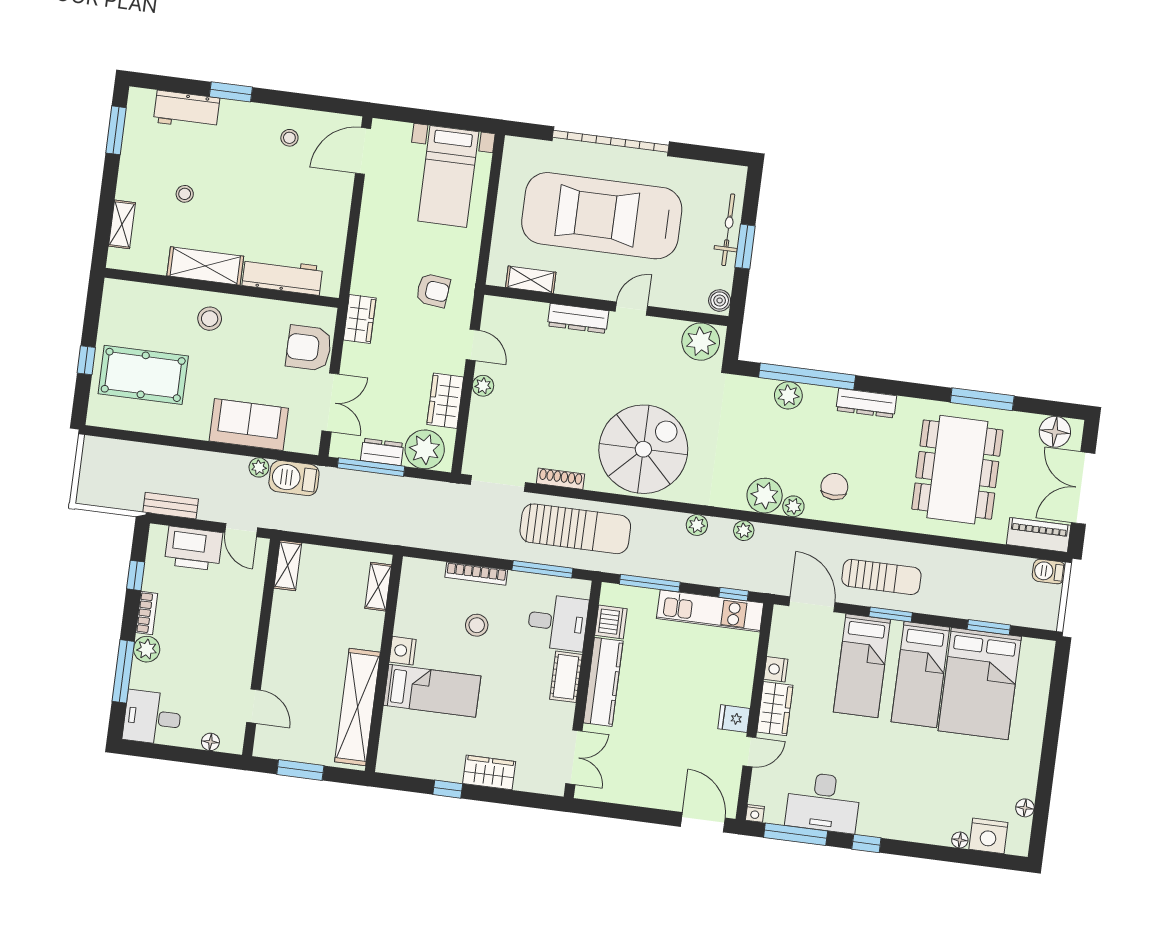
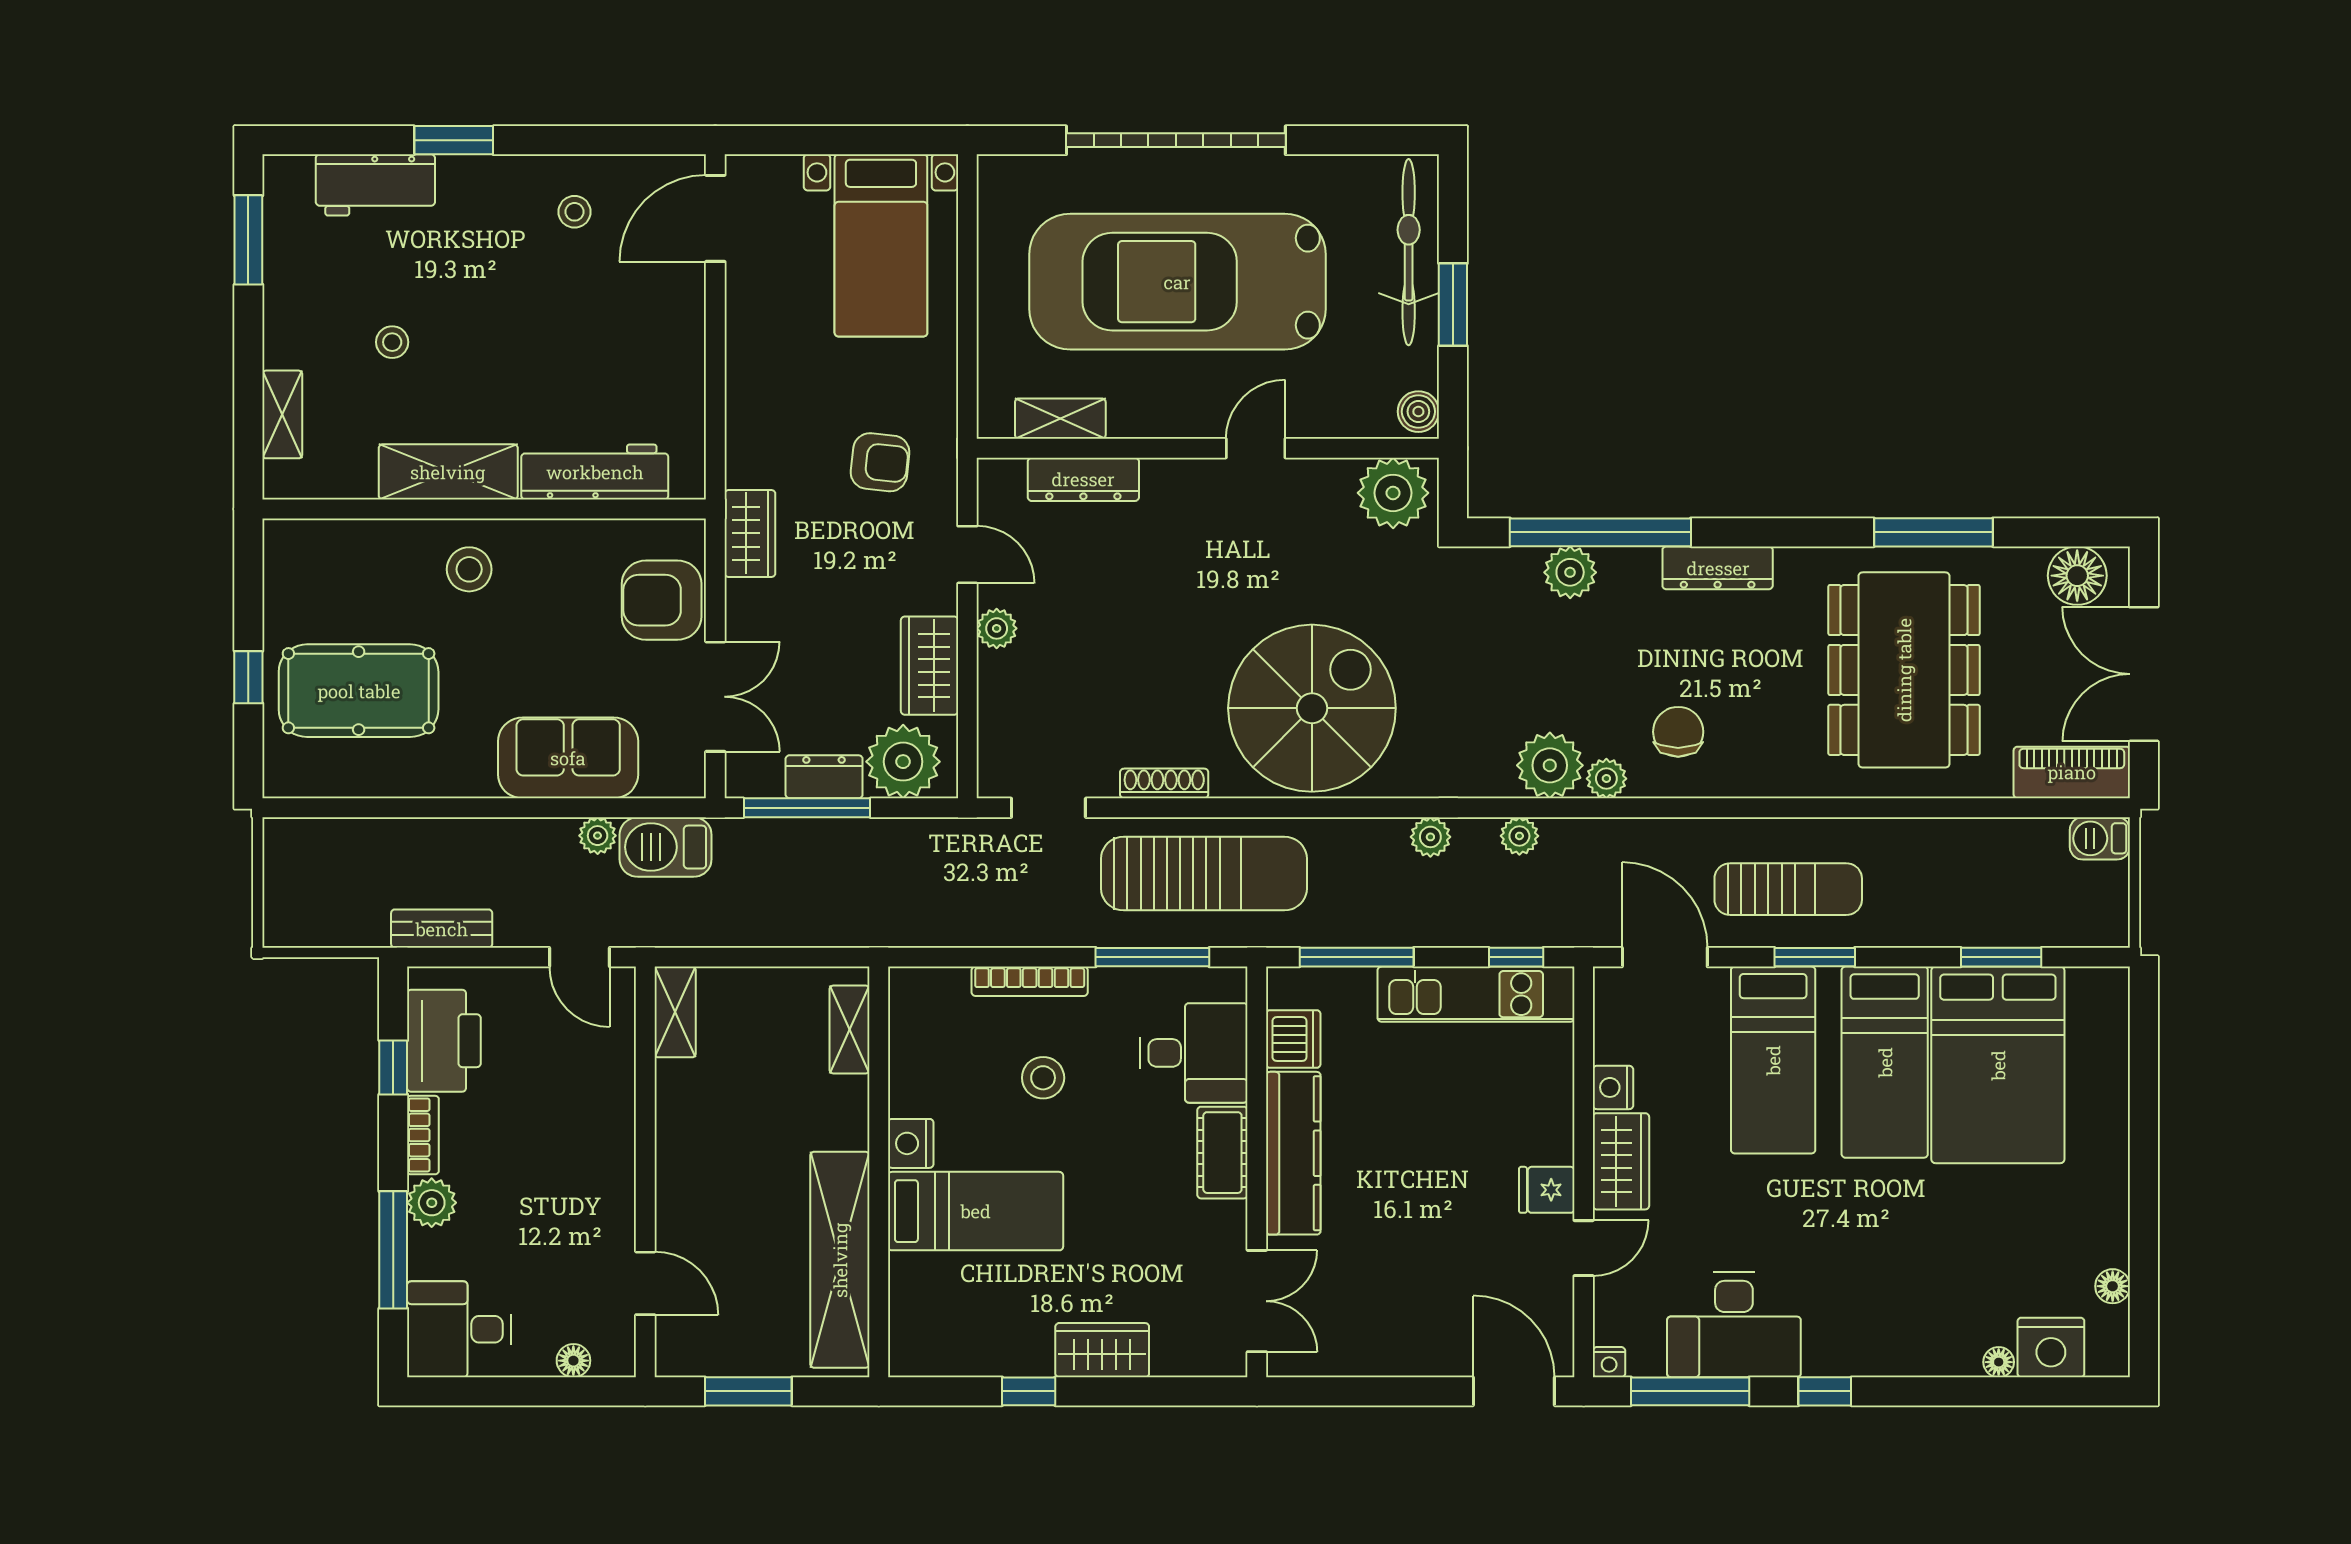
bicycle: (728, 230) -> (1409, 252), width x1.37, depth x1.40
dresser: (578, 318) -> (1083, 479), moved
doorway: (498, 484) -> (1048, 808), width x0.73
printer: (194, 549) -> (444, 1041), moved, turned -90

